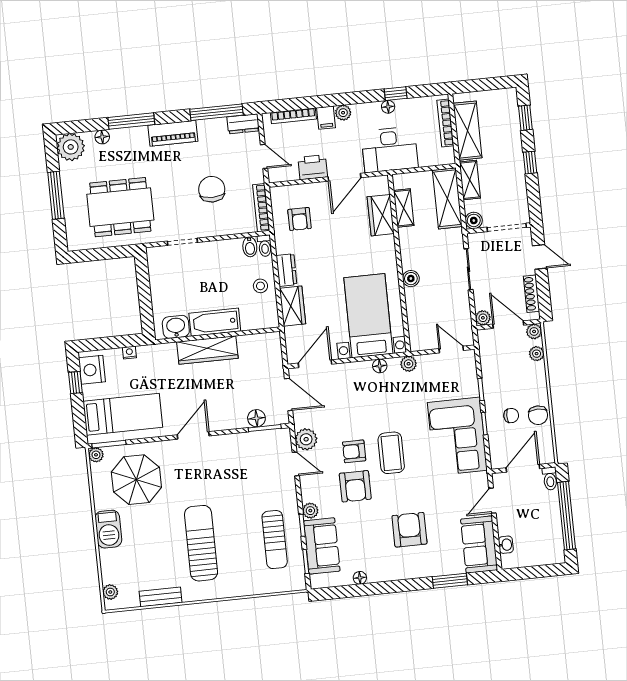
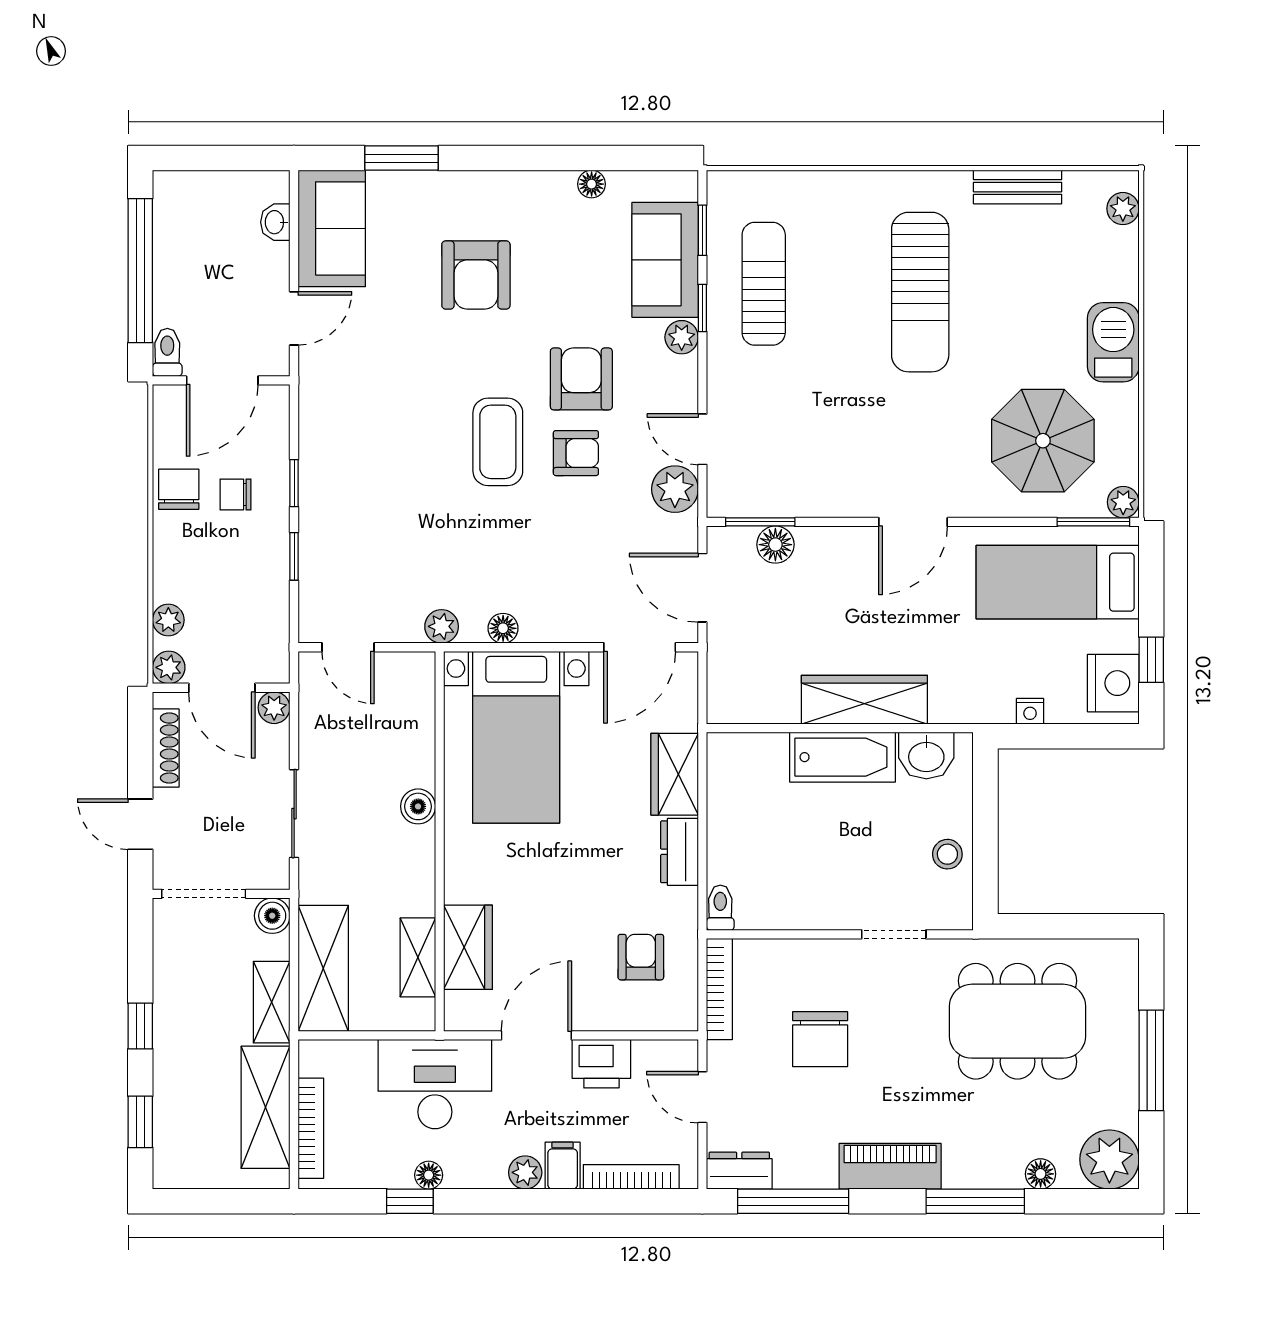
bidet: (250, 247) -> (752, 909), removed
stool: (260, 286) -> (947, 854), moved
corner sofa: (457, 436) -> (354, 462), removed

